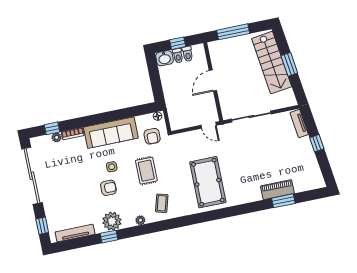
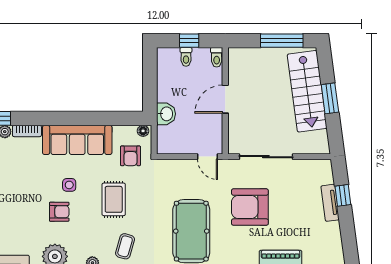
window: (233, 32) -> (282, 41), moved
toilet: (188, 54) -> (217, 57), moved
washbasin: (164, 58) -> (166, 114), moved, turned -90
tv unit: (299, 124) -> (330, 203), moved
window: (317, 143) -> (343, 195), moved
armchair: (247, 156) -> (250, 207), added

